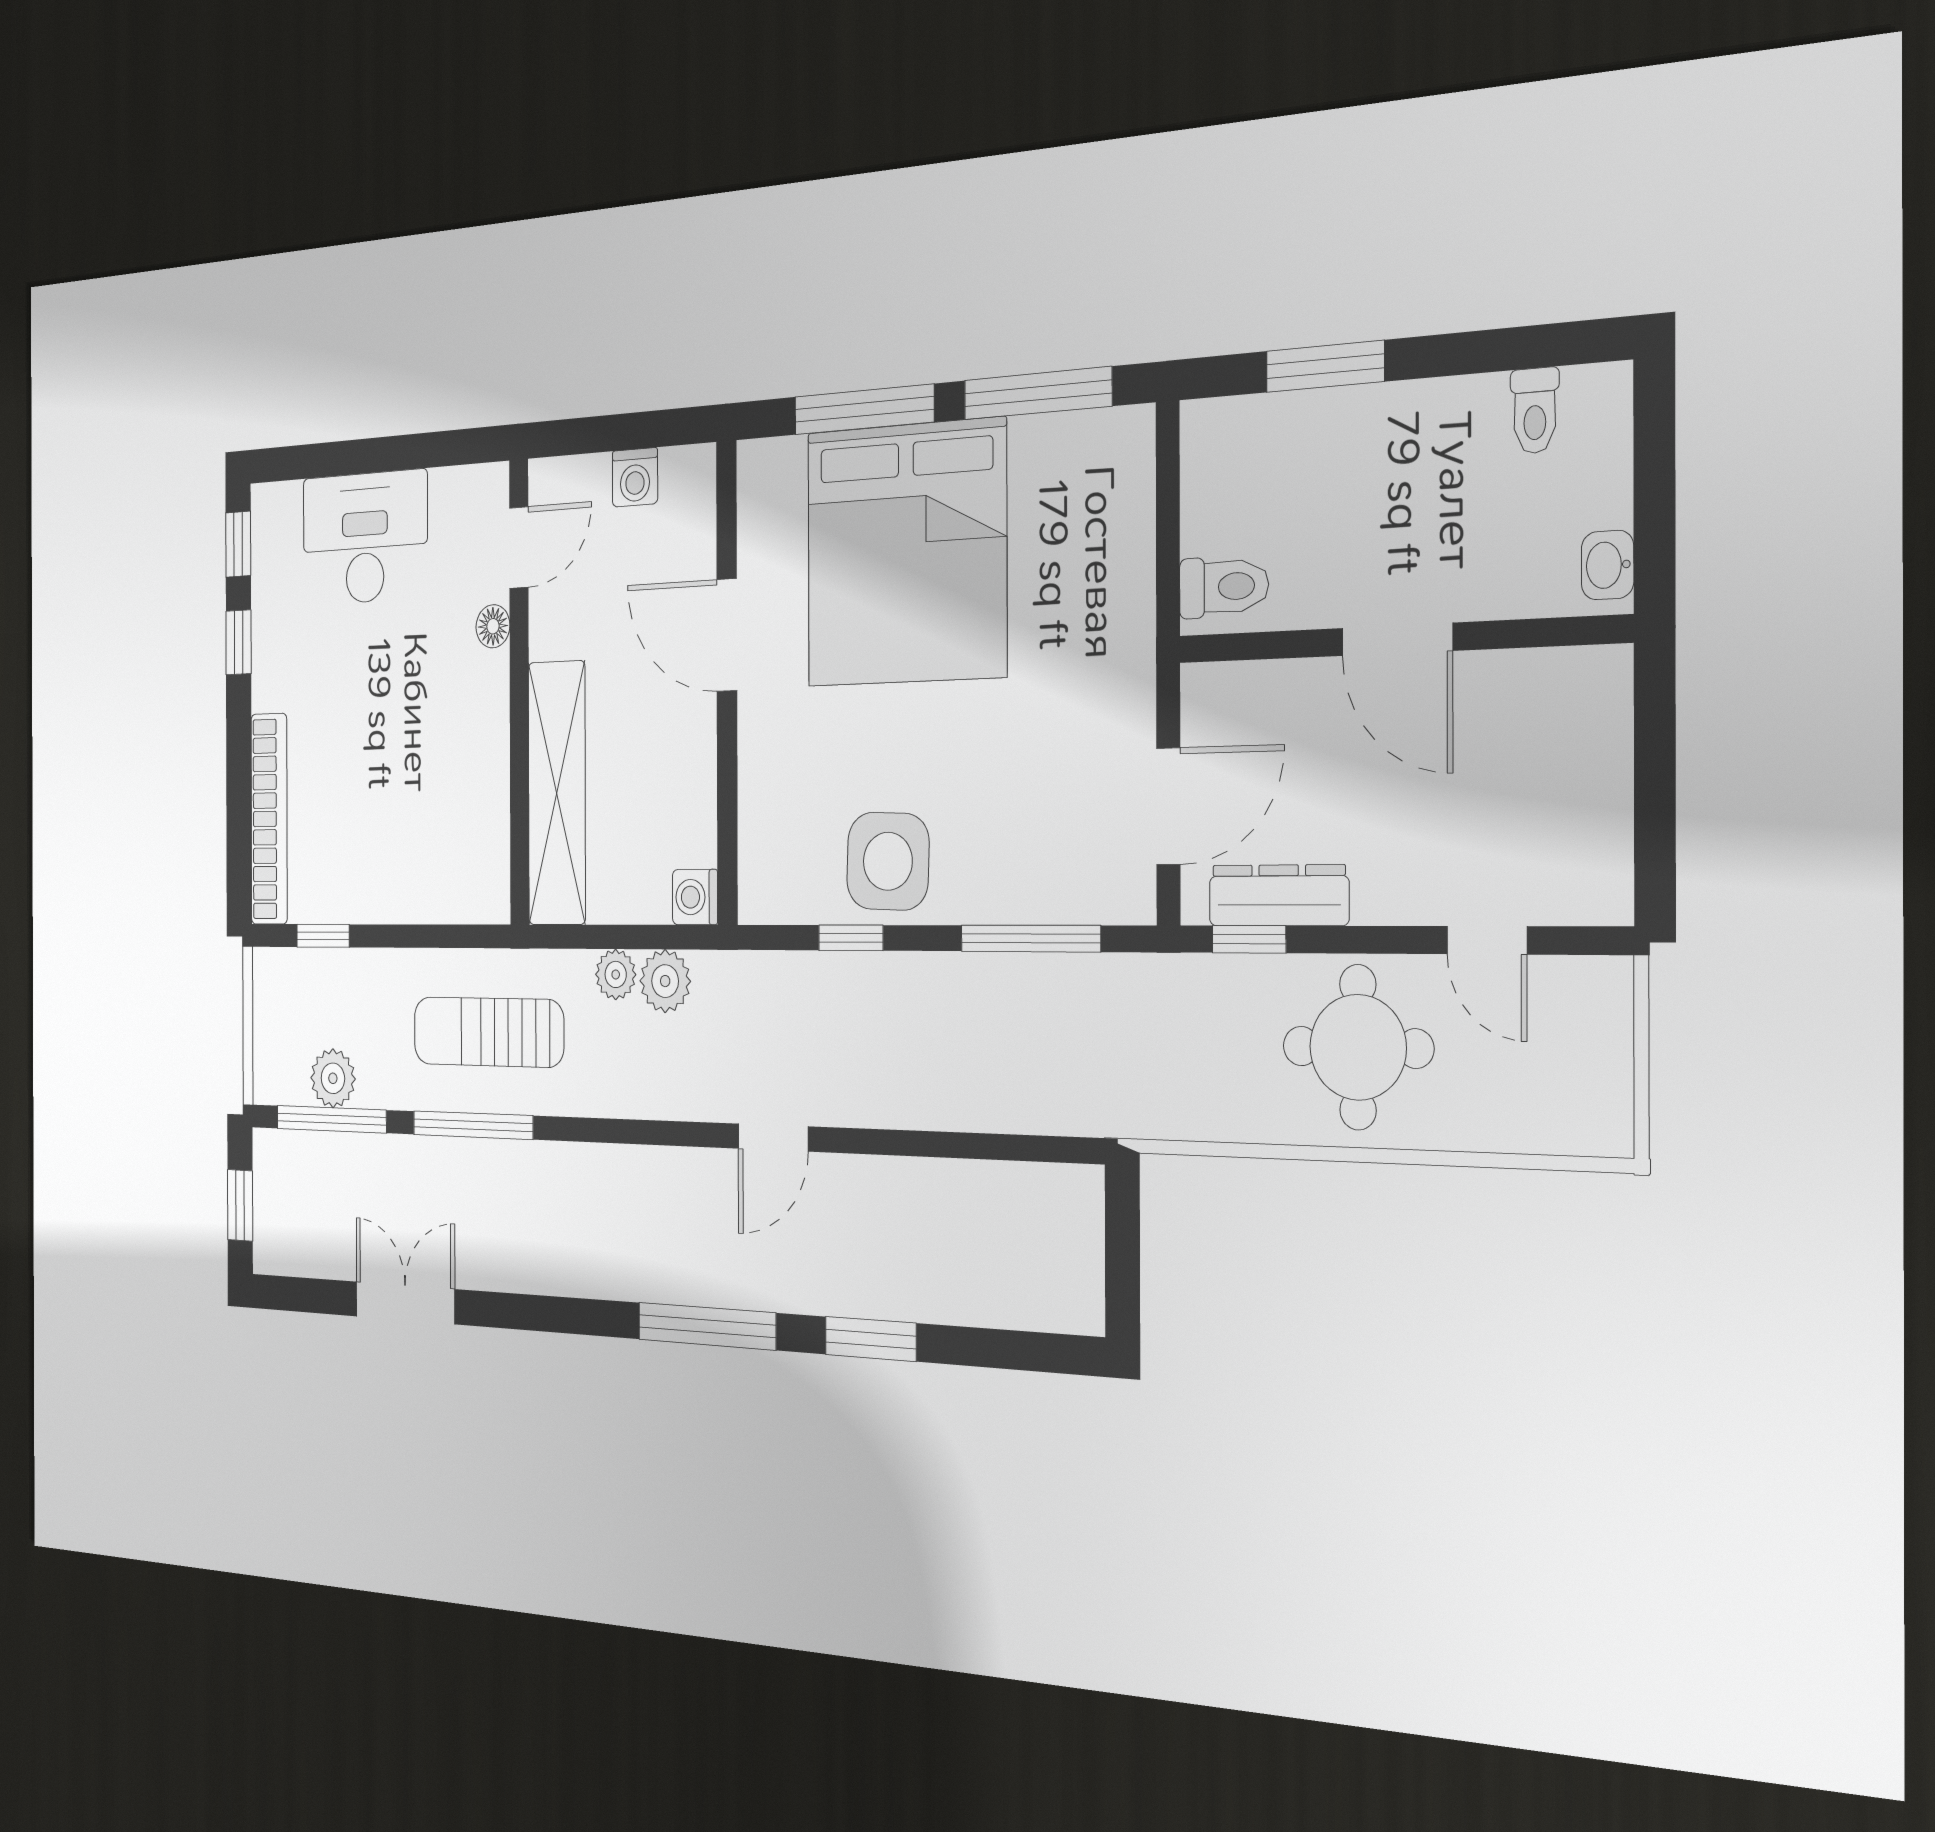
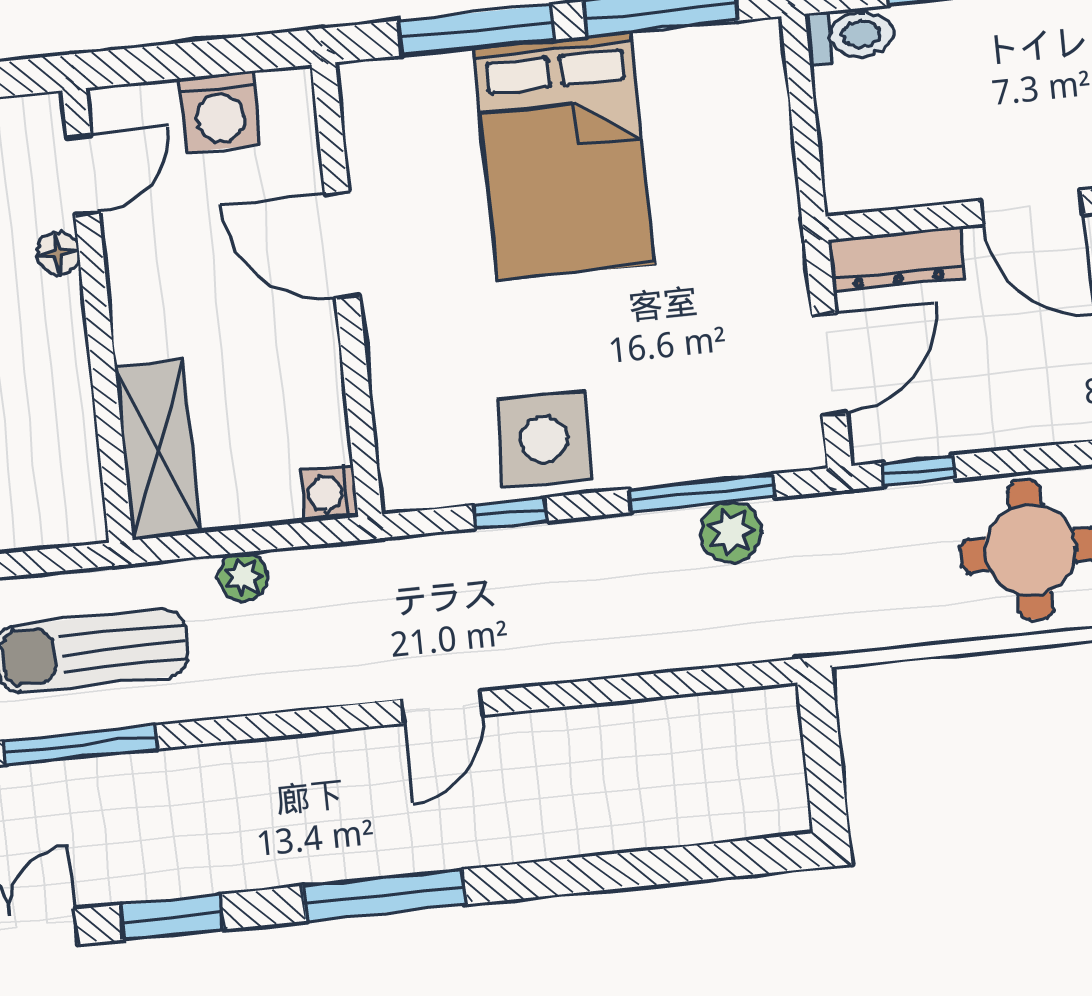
washing machine: (635, 477) -> (220, 112), width x1.38, depth x1.38
bed: (906, 553) -> (564, 156), width x0.73
toilet: (1224, 587) -> (850, 35), moved
shelving: (557, 793) -> (158, 450), width x0.68
dresser: (1279, 895) -> (896, 259), moved, turned 180
plant: (665, 981) -> (731, 532), moved
window: (871, 1339) -> (172, 917), moved

